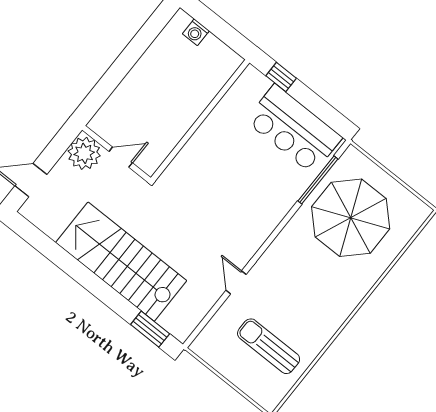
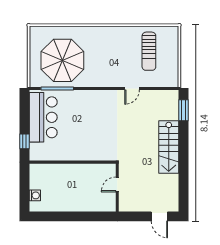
plant: (84, 153) -> (129, 202), removed
door: (121, 157) -> (117, 184), hinge flipped
stairs: (121, 262) -> (169, 147), width x0.73, depth x0.66

